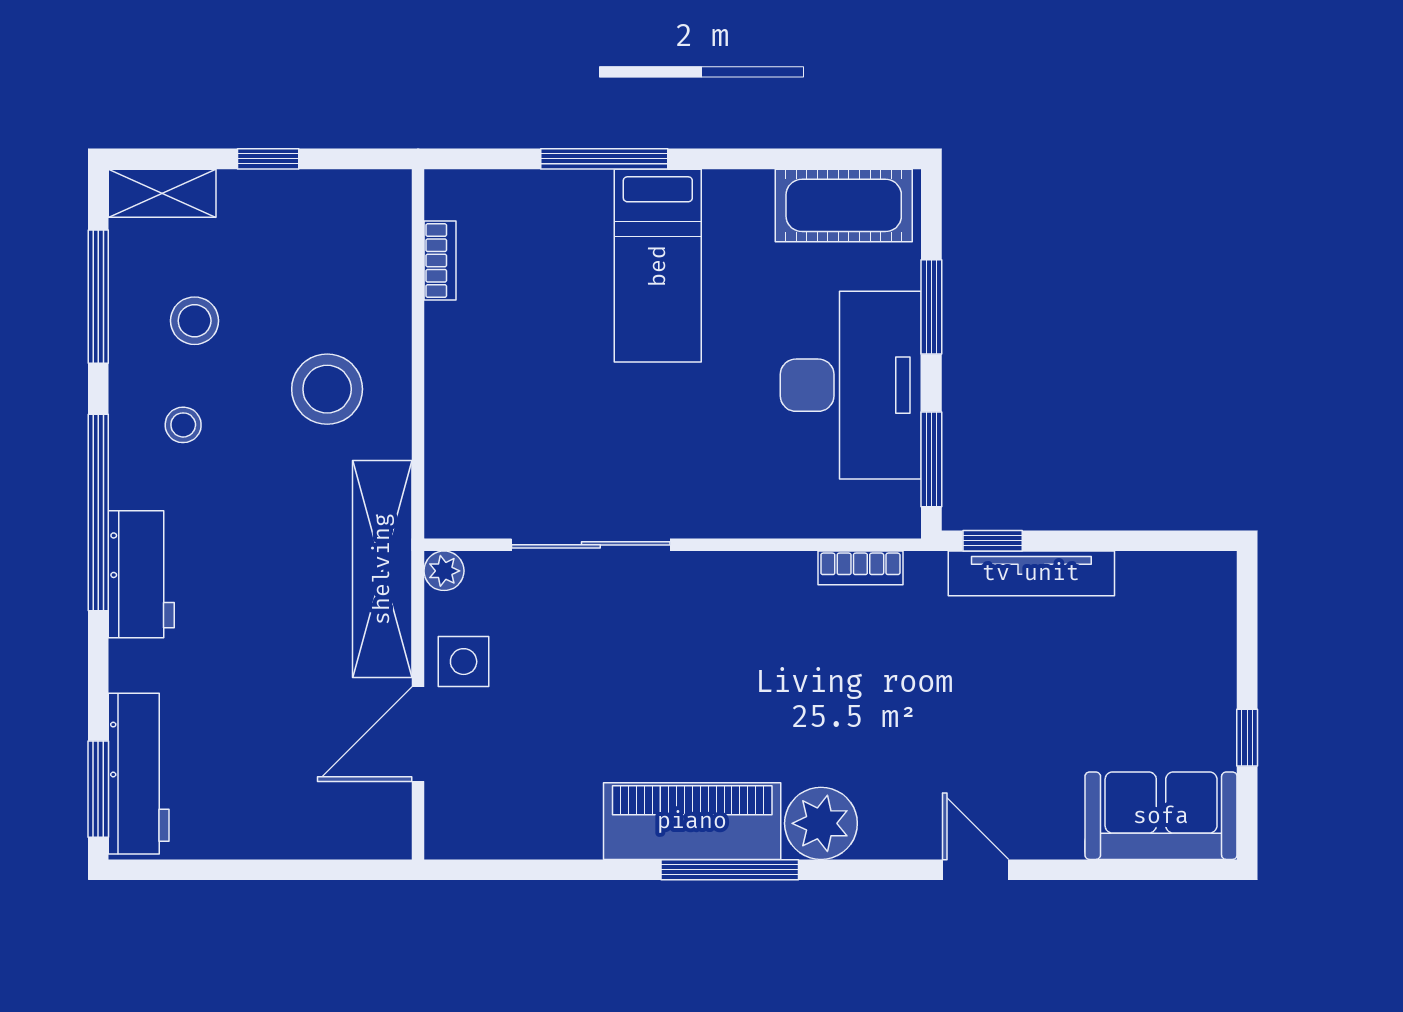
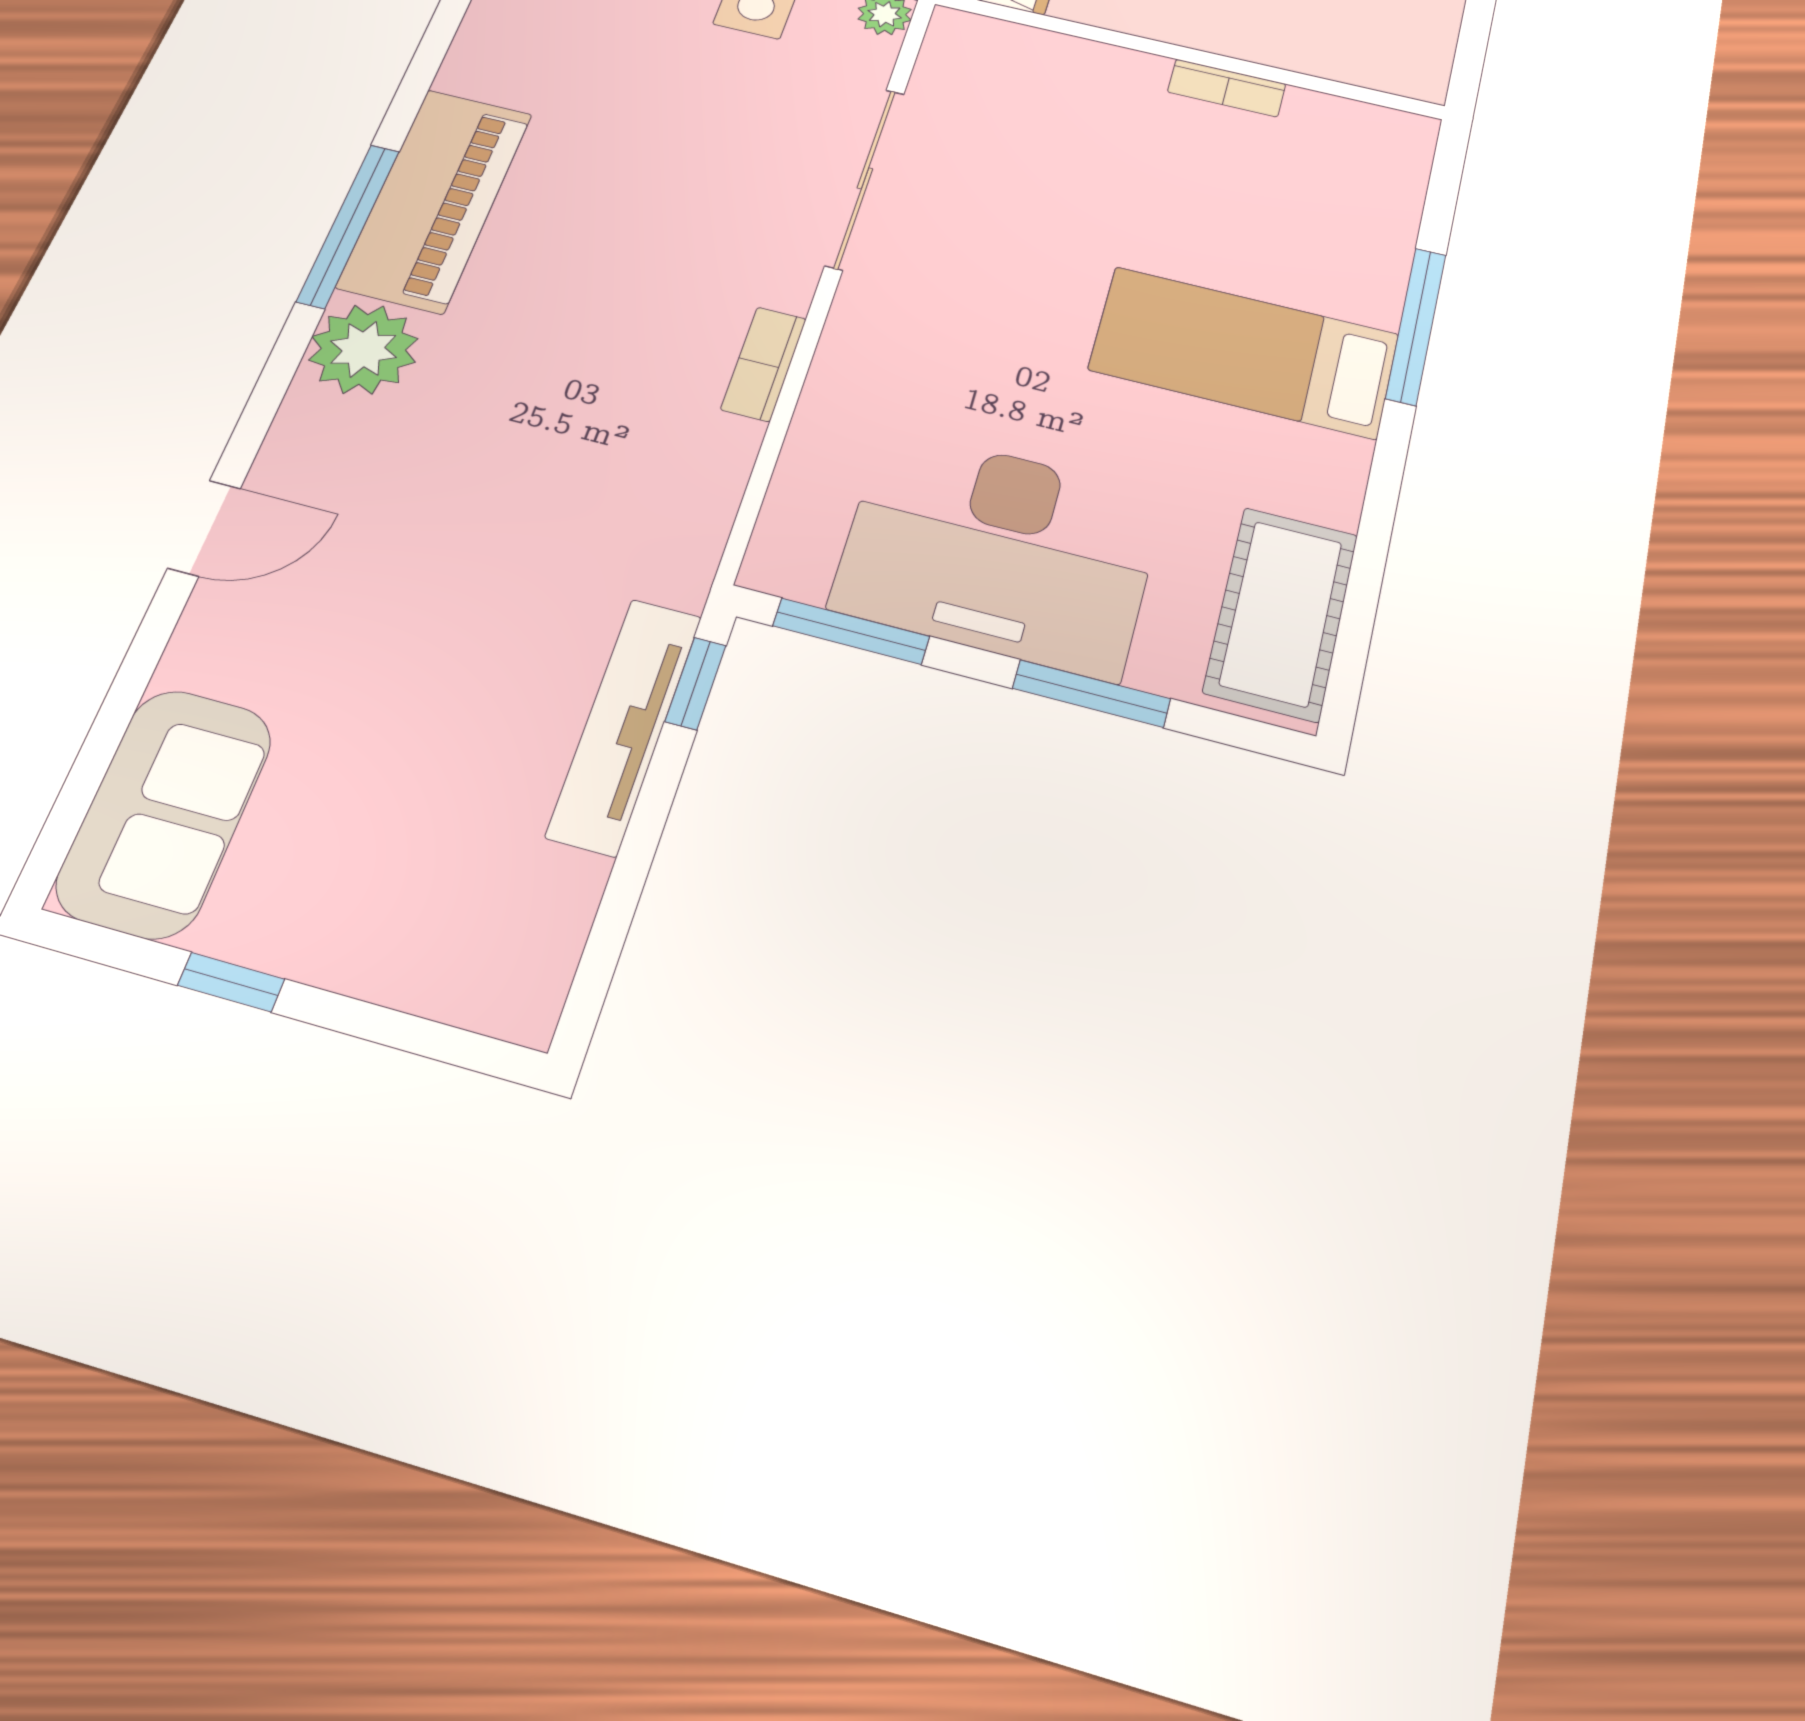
bookcase: (440, 261) -> (1227, 88), moved
bookcase: (860, 568) -> (764, 364), moved

